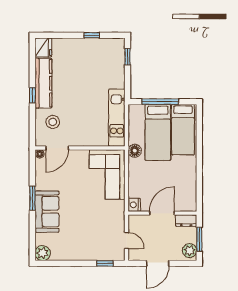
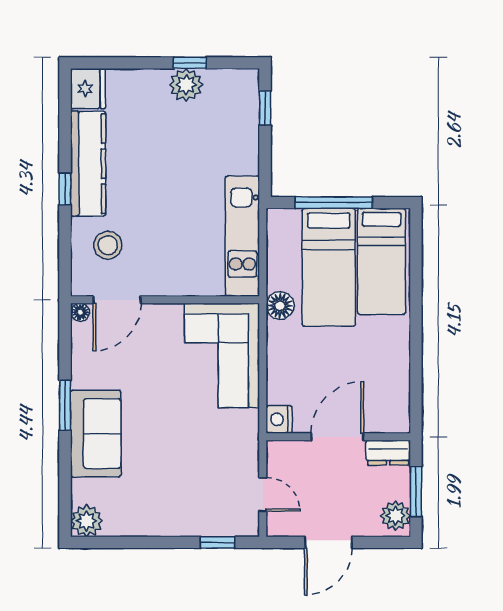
plant: (90, 46) -> (186, 85), added

